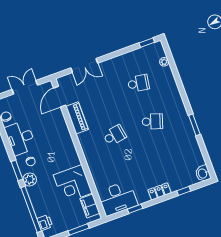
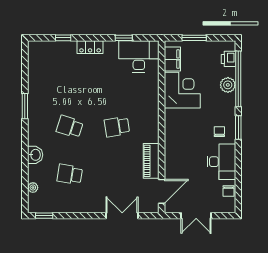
washbasin: (203, 173) -> (35, 155), moved
plant: (30, 179) -> (228, 85), moved

